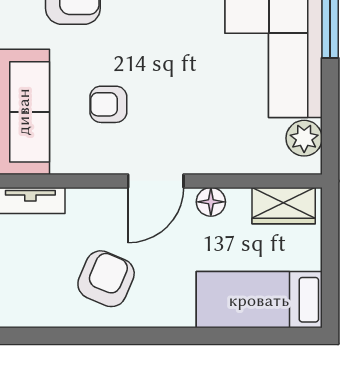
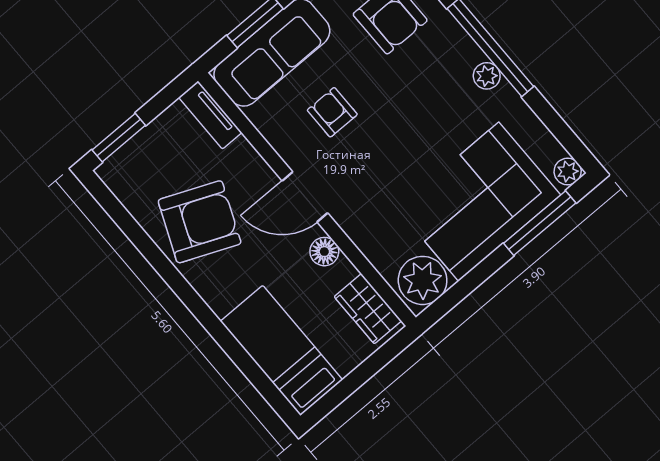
plant: (304, 138) -> (423, 280), width x1.36, depth x1.36
armchair: (106, 279) -> (200, 222), width x1.36, depth x1.36

